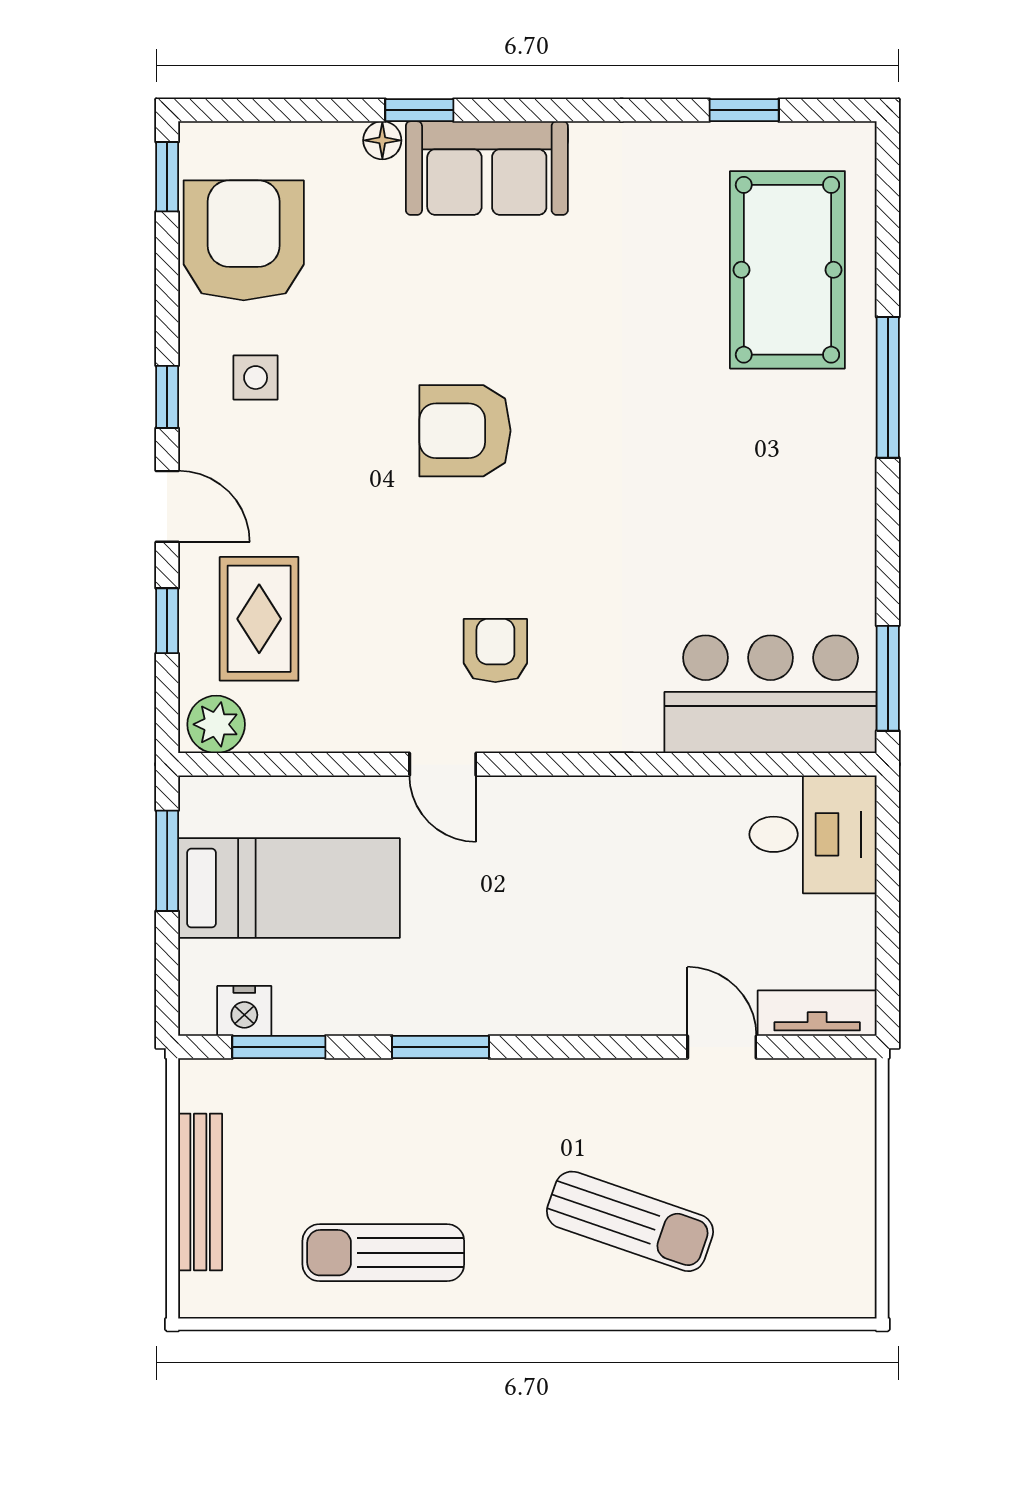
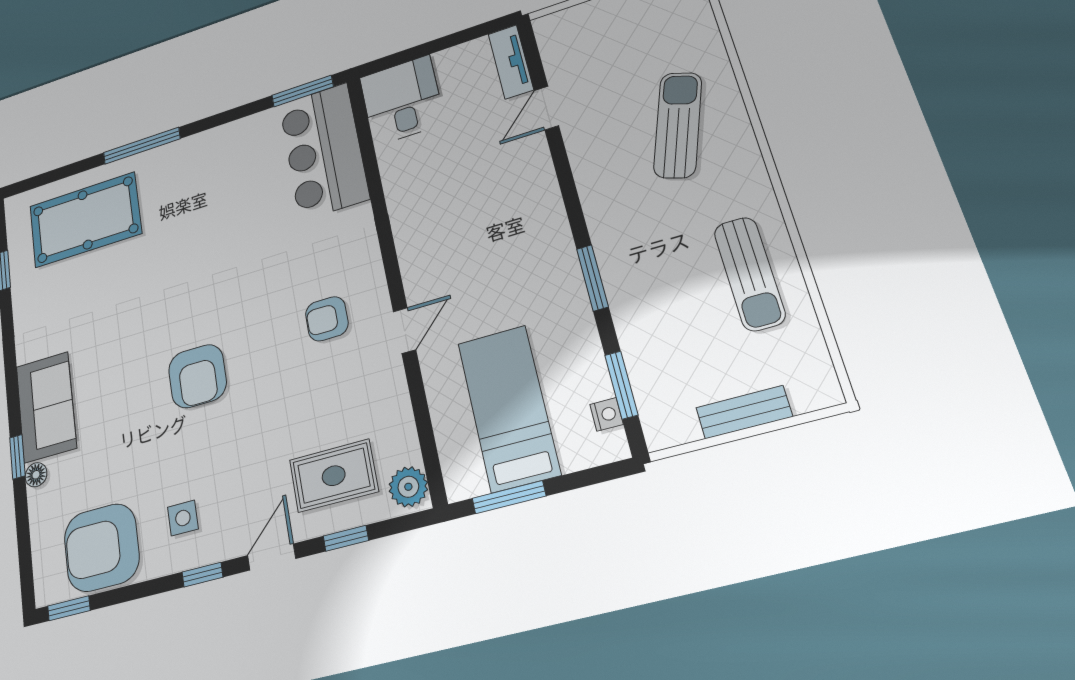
nightstand: (244, 1011) -> (607, 414), width x0.72, depth x0.74
bench: (200, 1192) -> (744, 412), width x0.73

